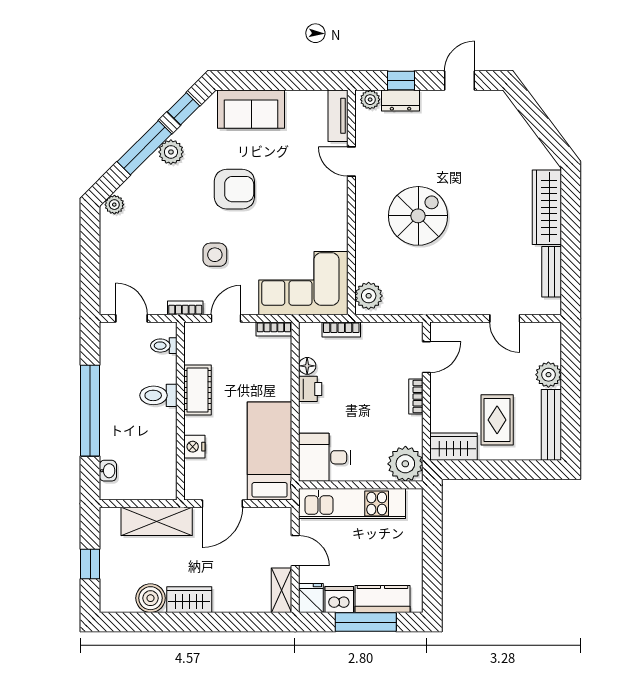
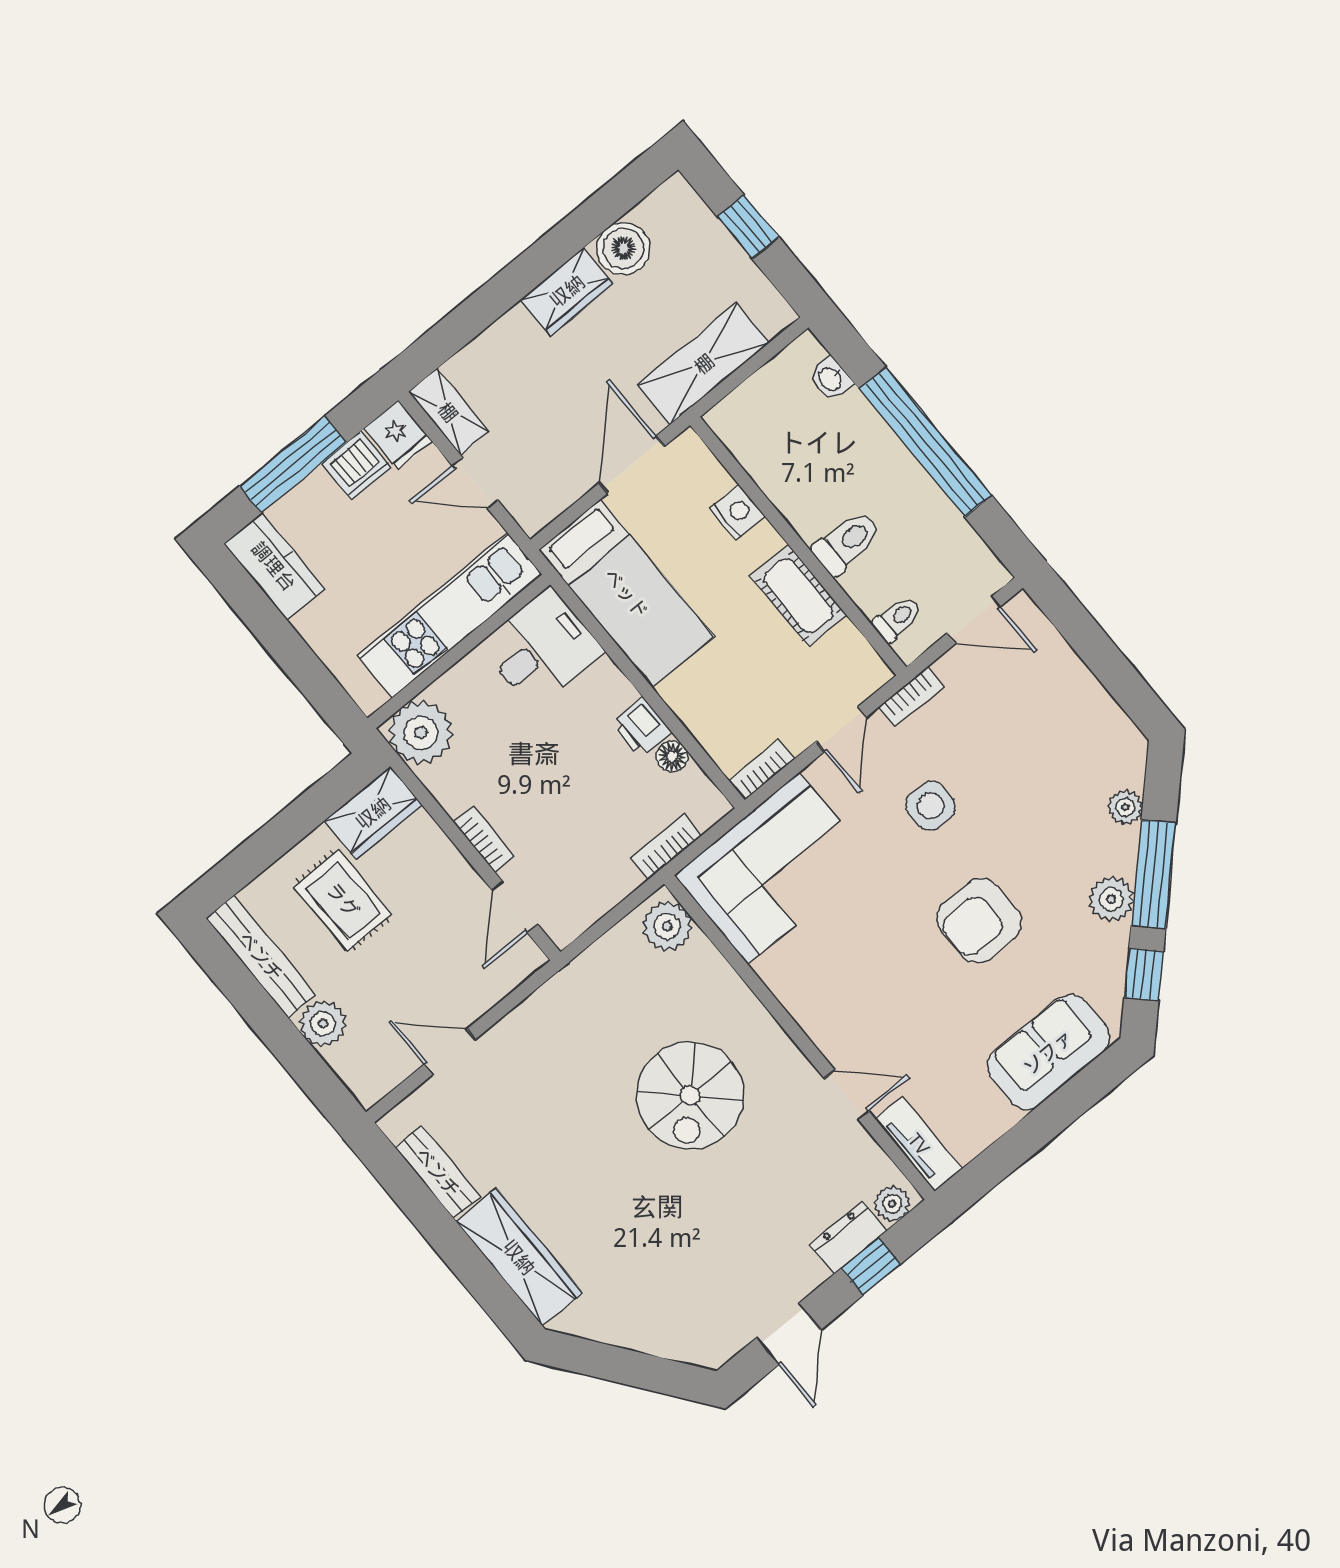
plant: (114, 205) -> (1125, 807), moved
kitchen counter: (382, 599) -> (274, 566), moved, turned -90

